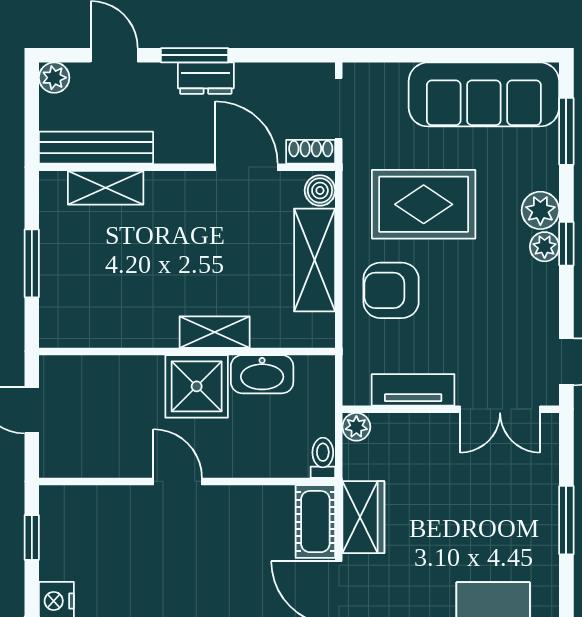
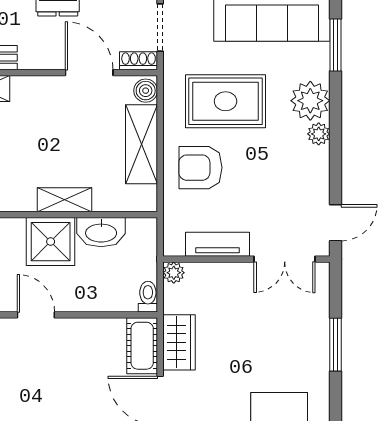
plant: (540, 210) -> (310, 101), width x1.36, depth x1.36
window: (566, 244) -> (336, 132), removed

